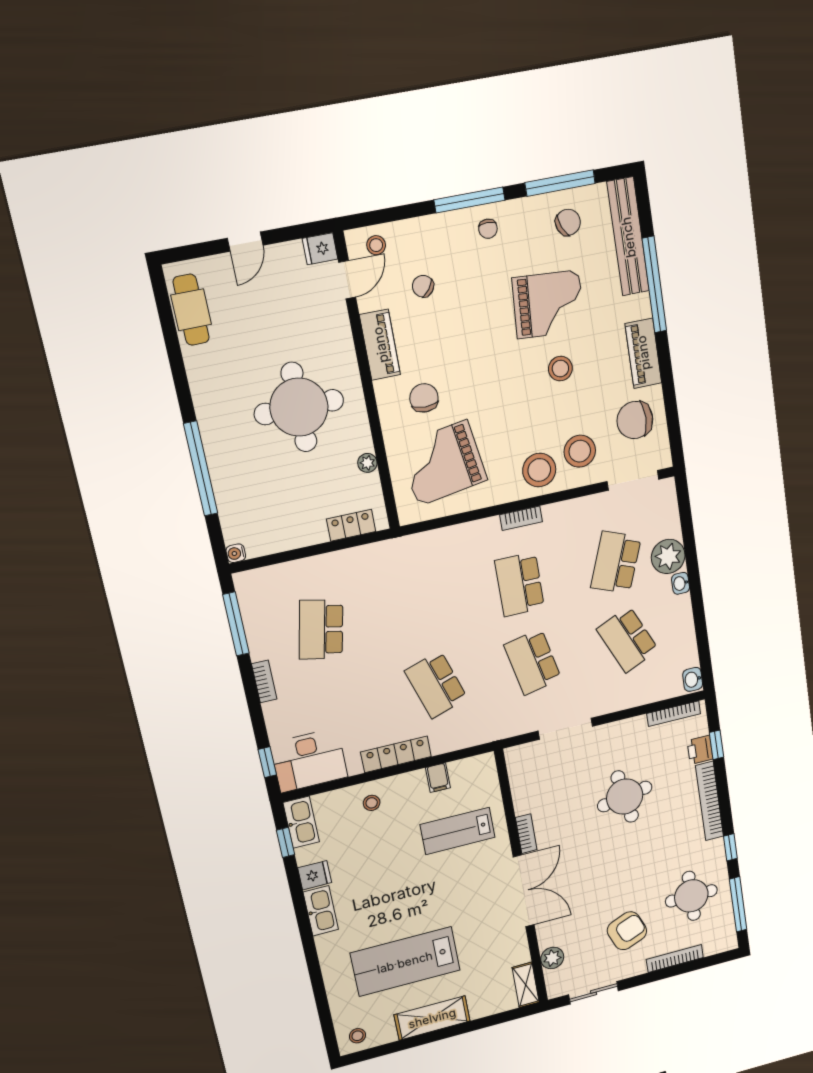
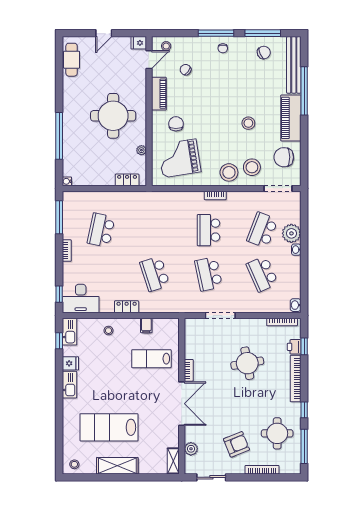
grand piano: (548, 304) -> (247, 90), removed
piano: (643, 353) -> (291, 118), width x1.37, depth x1.33
locker: (396, 754) -> (127, 307), width x0.66

